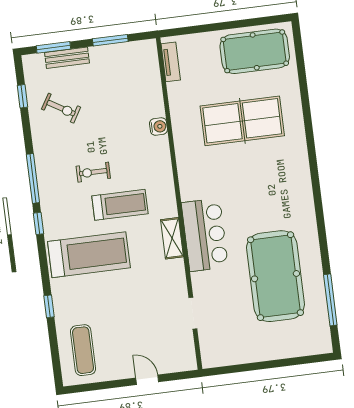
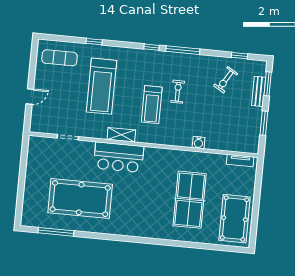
treadmill: (89, 255) -> (101, 86), moved

